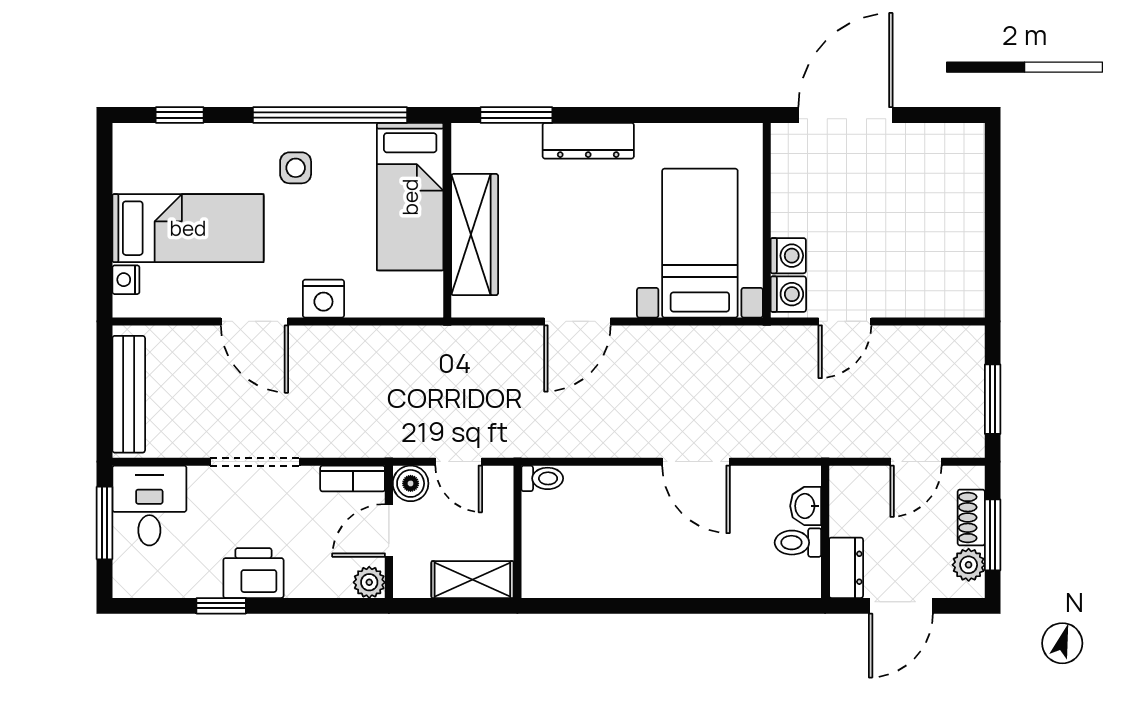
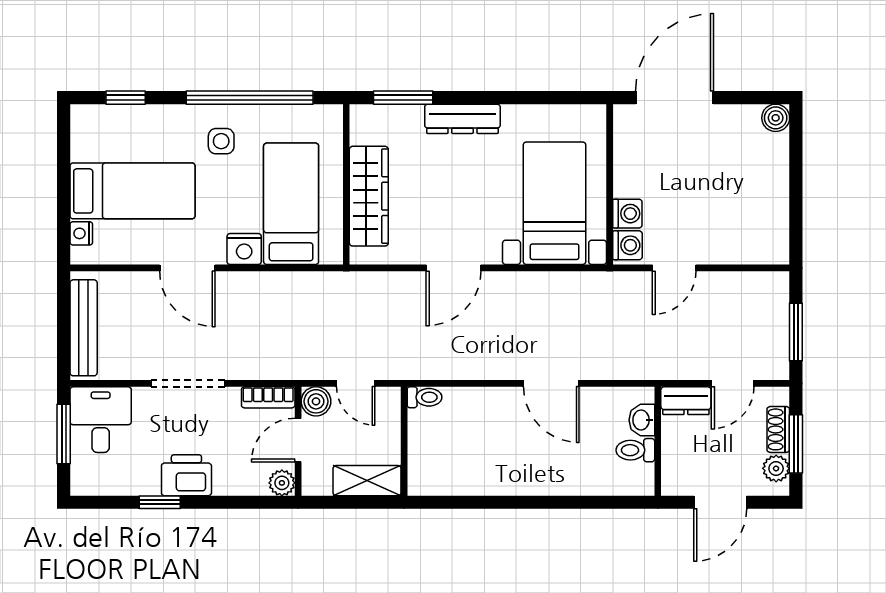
boiler: (968, 140) -> (776, 118), added
bed: (410, 197) -> (291, 204), moved, turned 180
dresser: (846, 568) -> (686, 401), moved, turned 90

